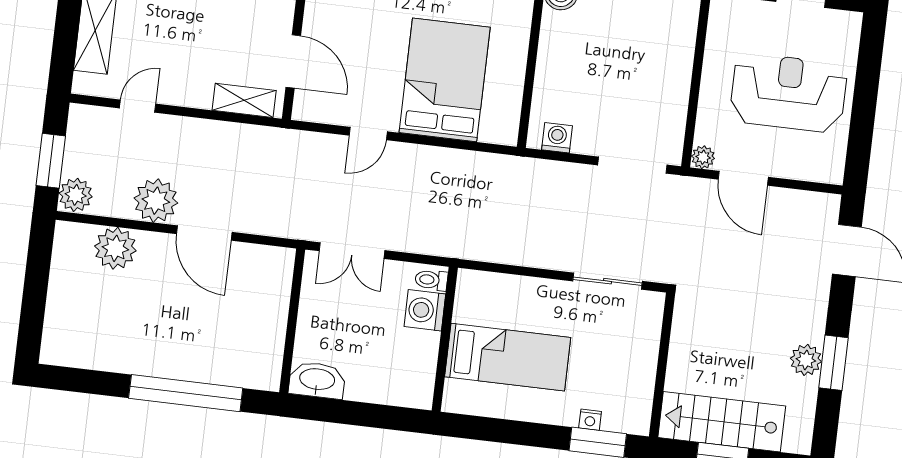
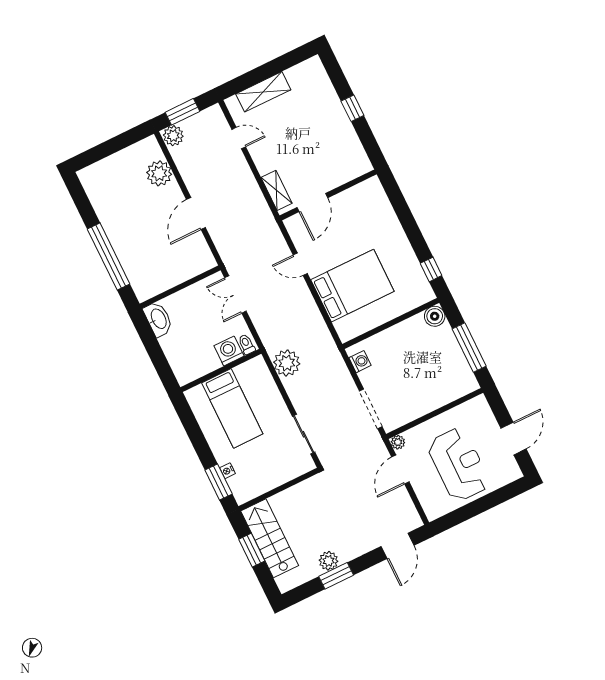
plant: (156, 201) -> (287, 363), moved

